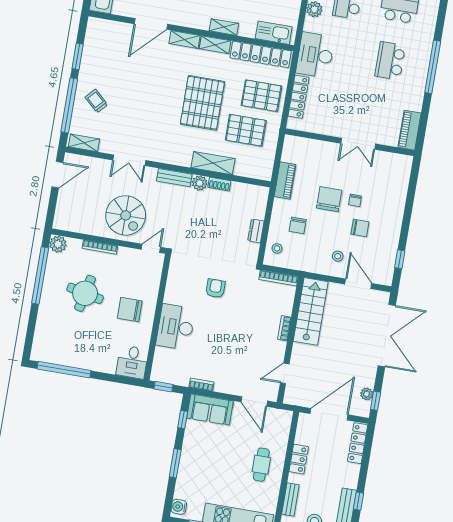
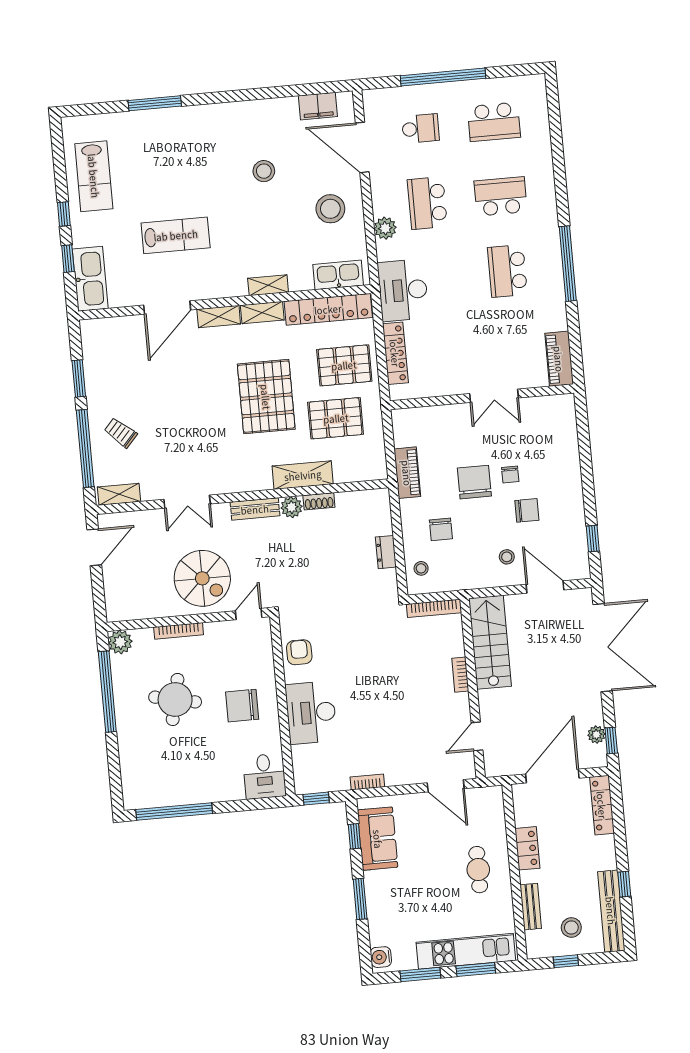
armchair: (215, 288) -> (299, 652), moved
sofa: (210, 410) -> (378, 839), moved, turned -90

